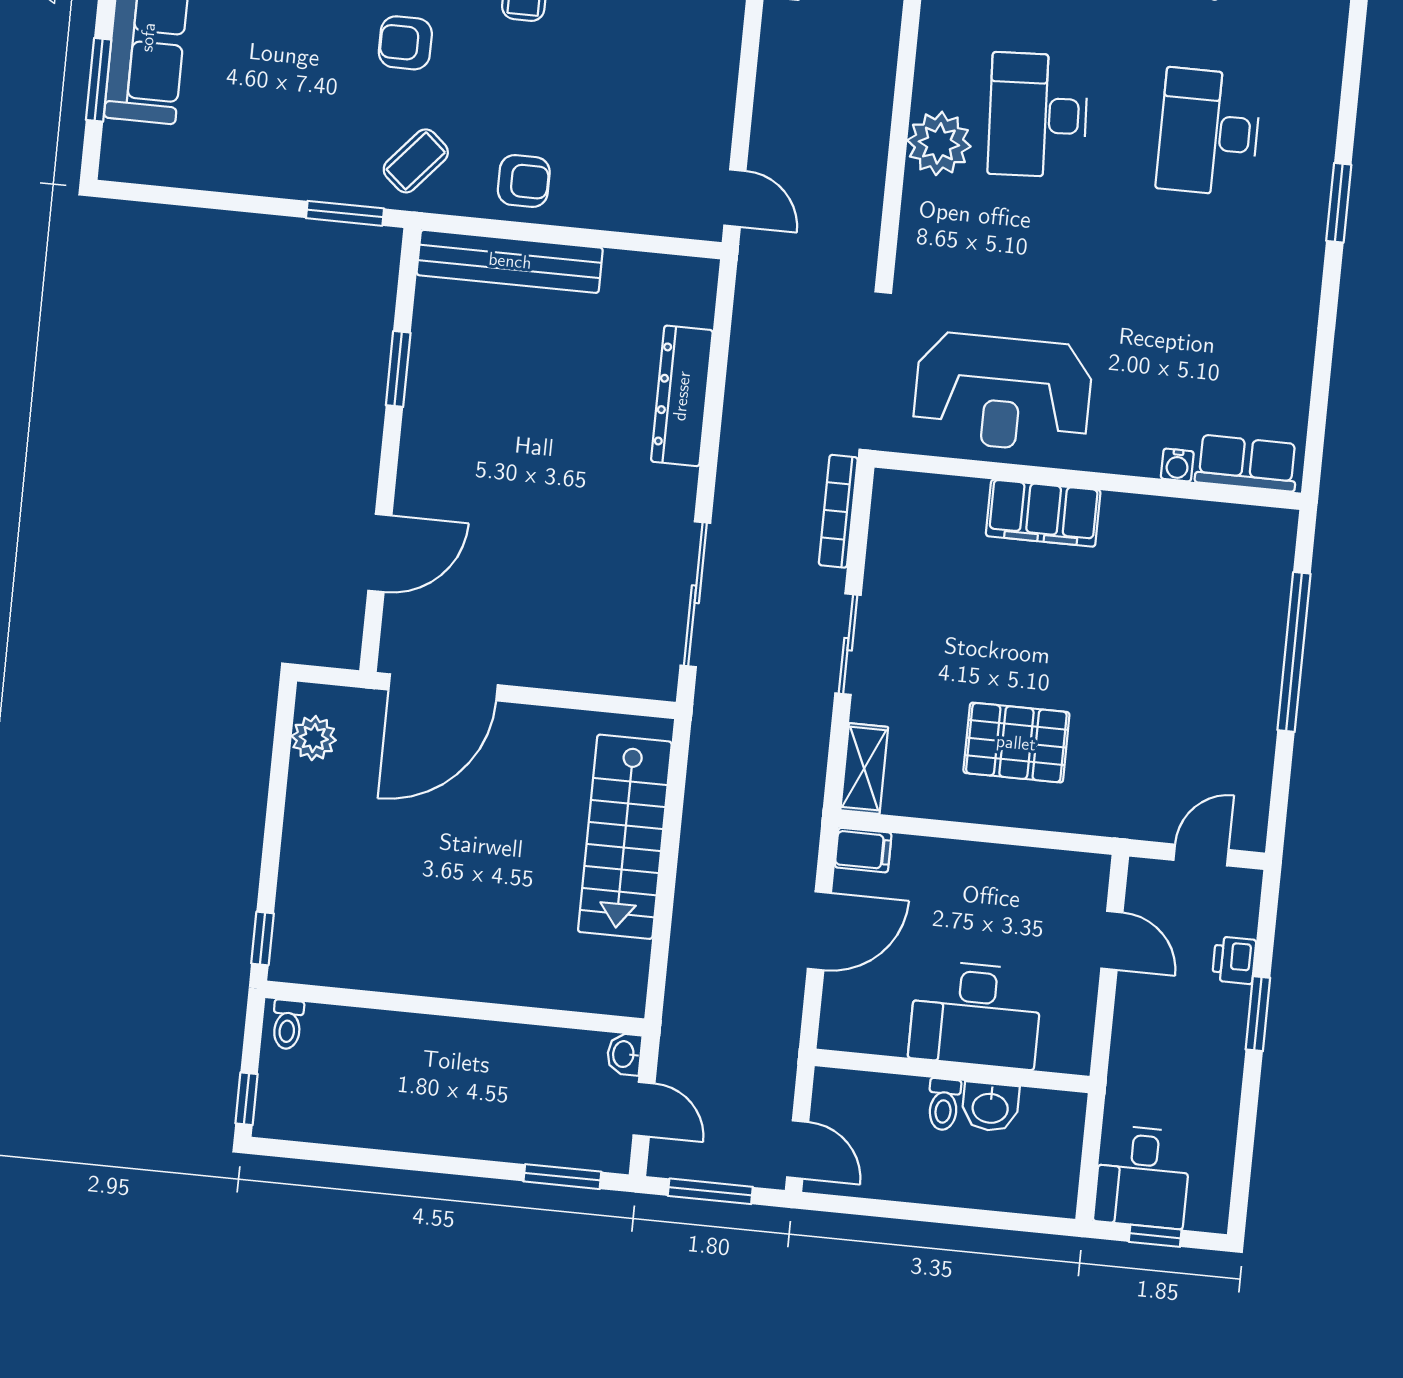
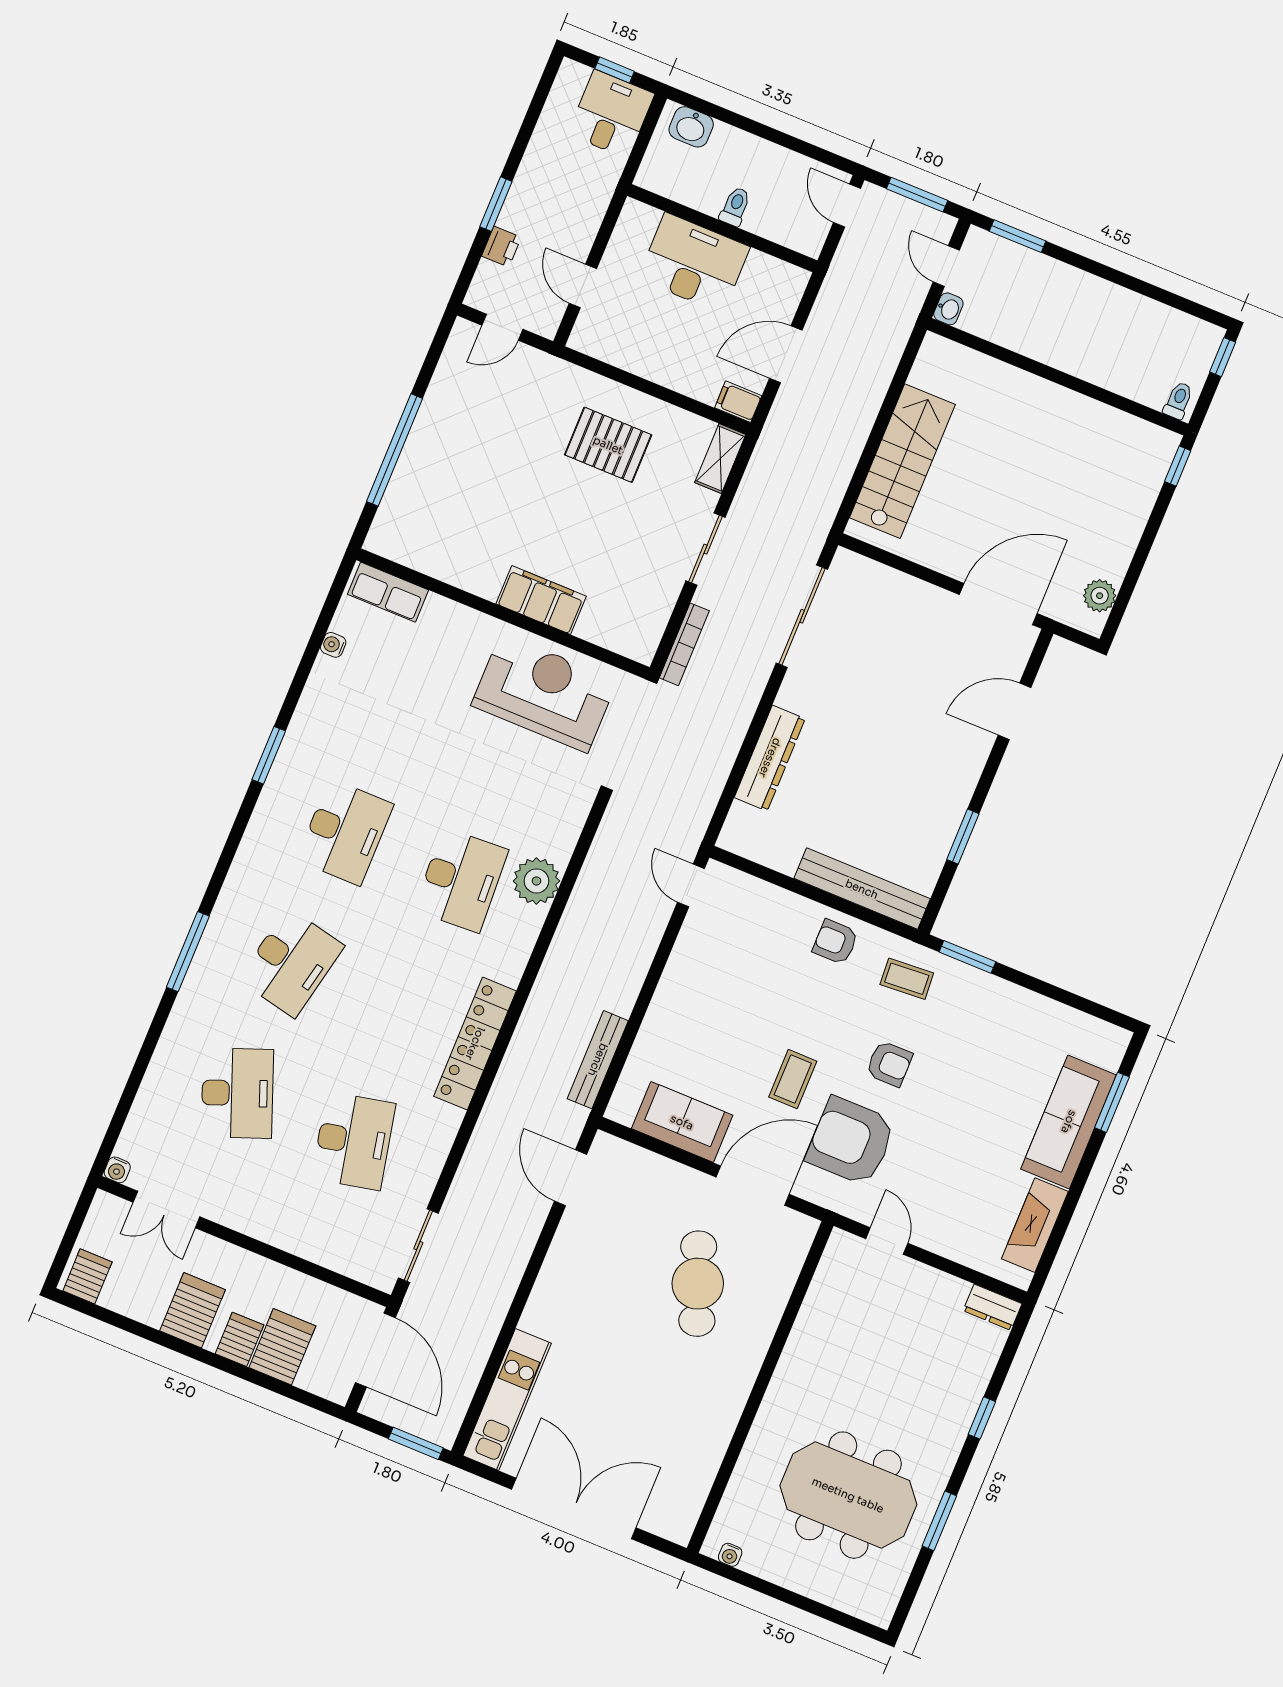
coffee table: (416, 161) -> (907, 979), turned 45
water cooler: (1177, 465) -> (333, 645), moved, turned -90
washbasin: (990, 1107) -> (691, 127), moved, turned 180

